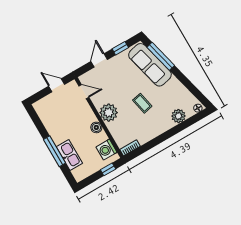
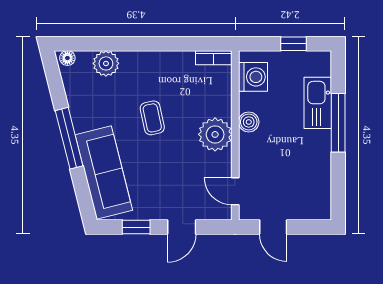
window: (161, 56) -> (69, 138), moved
window: (108, 169) -> (293, 44), moved

